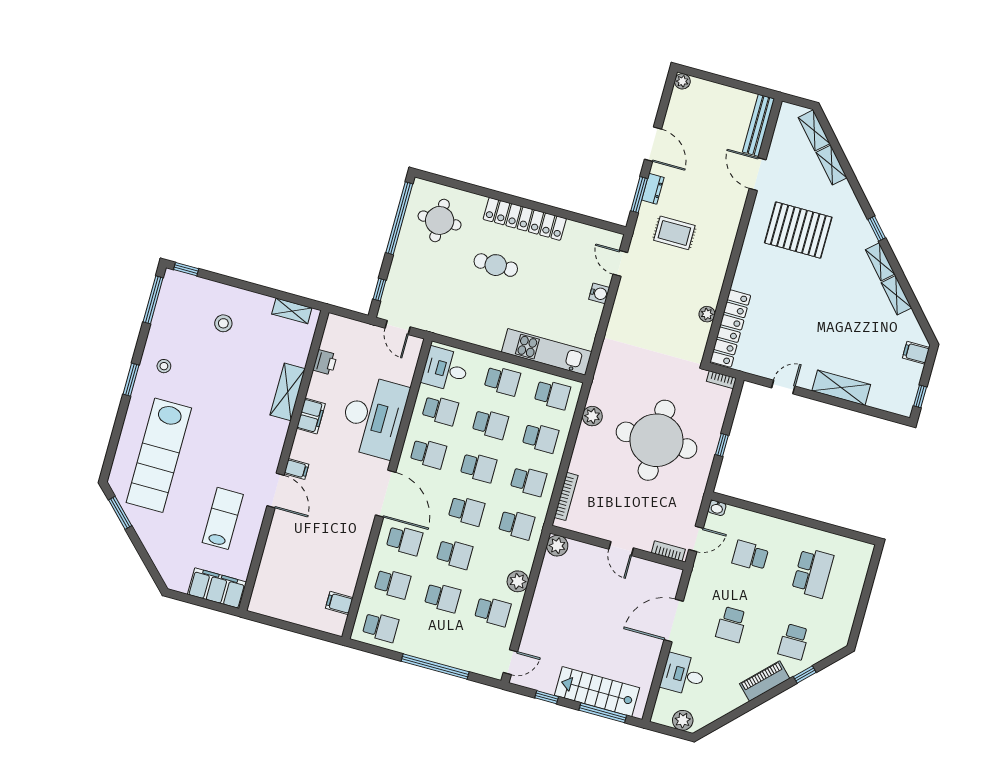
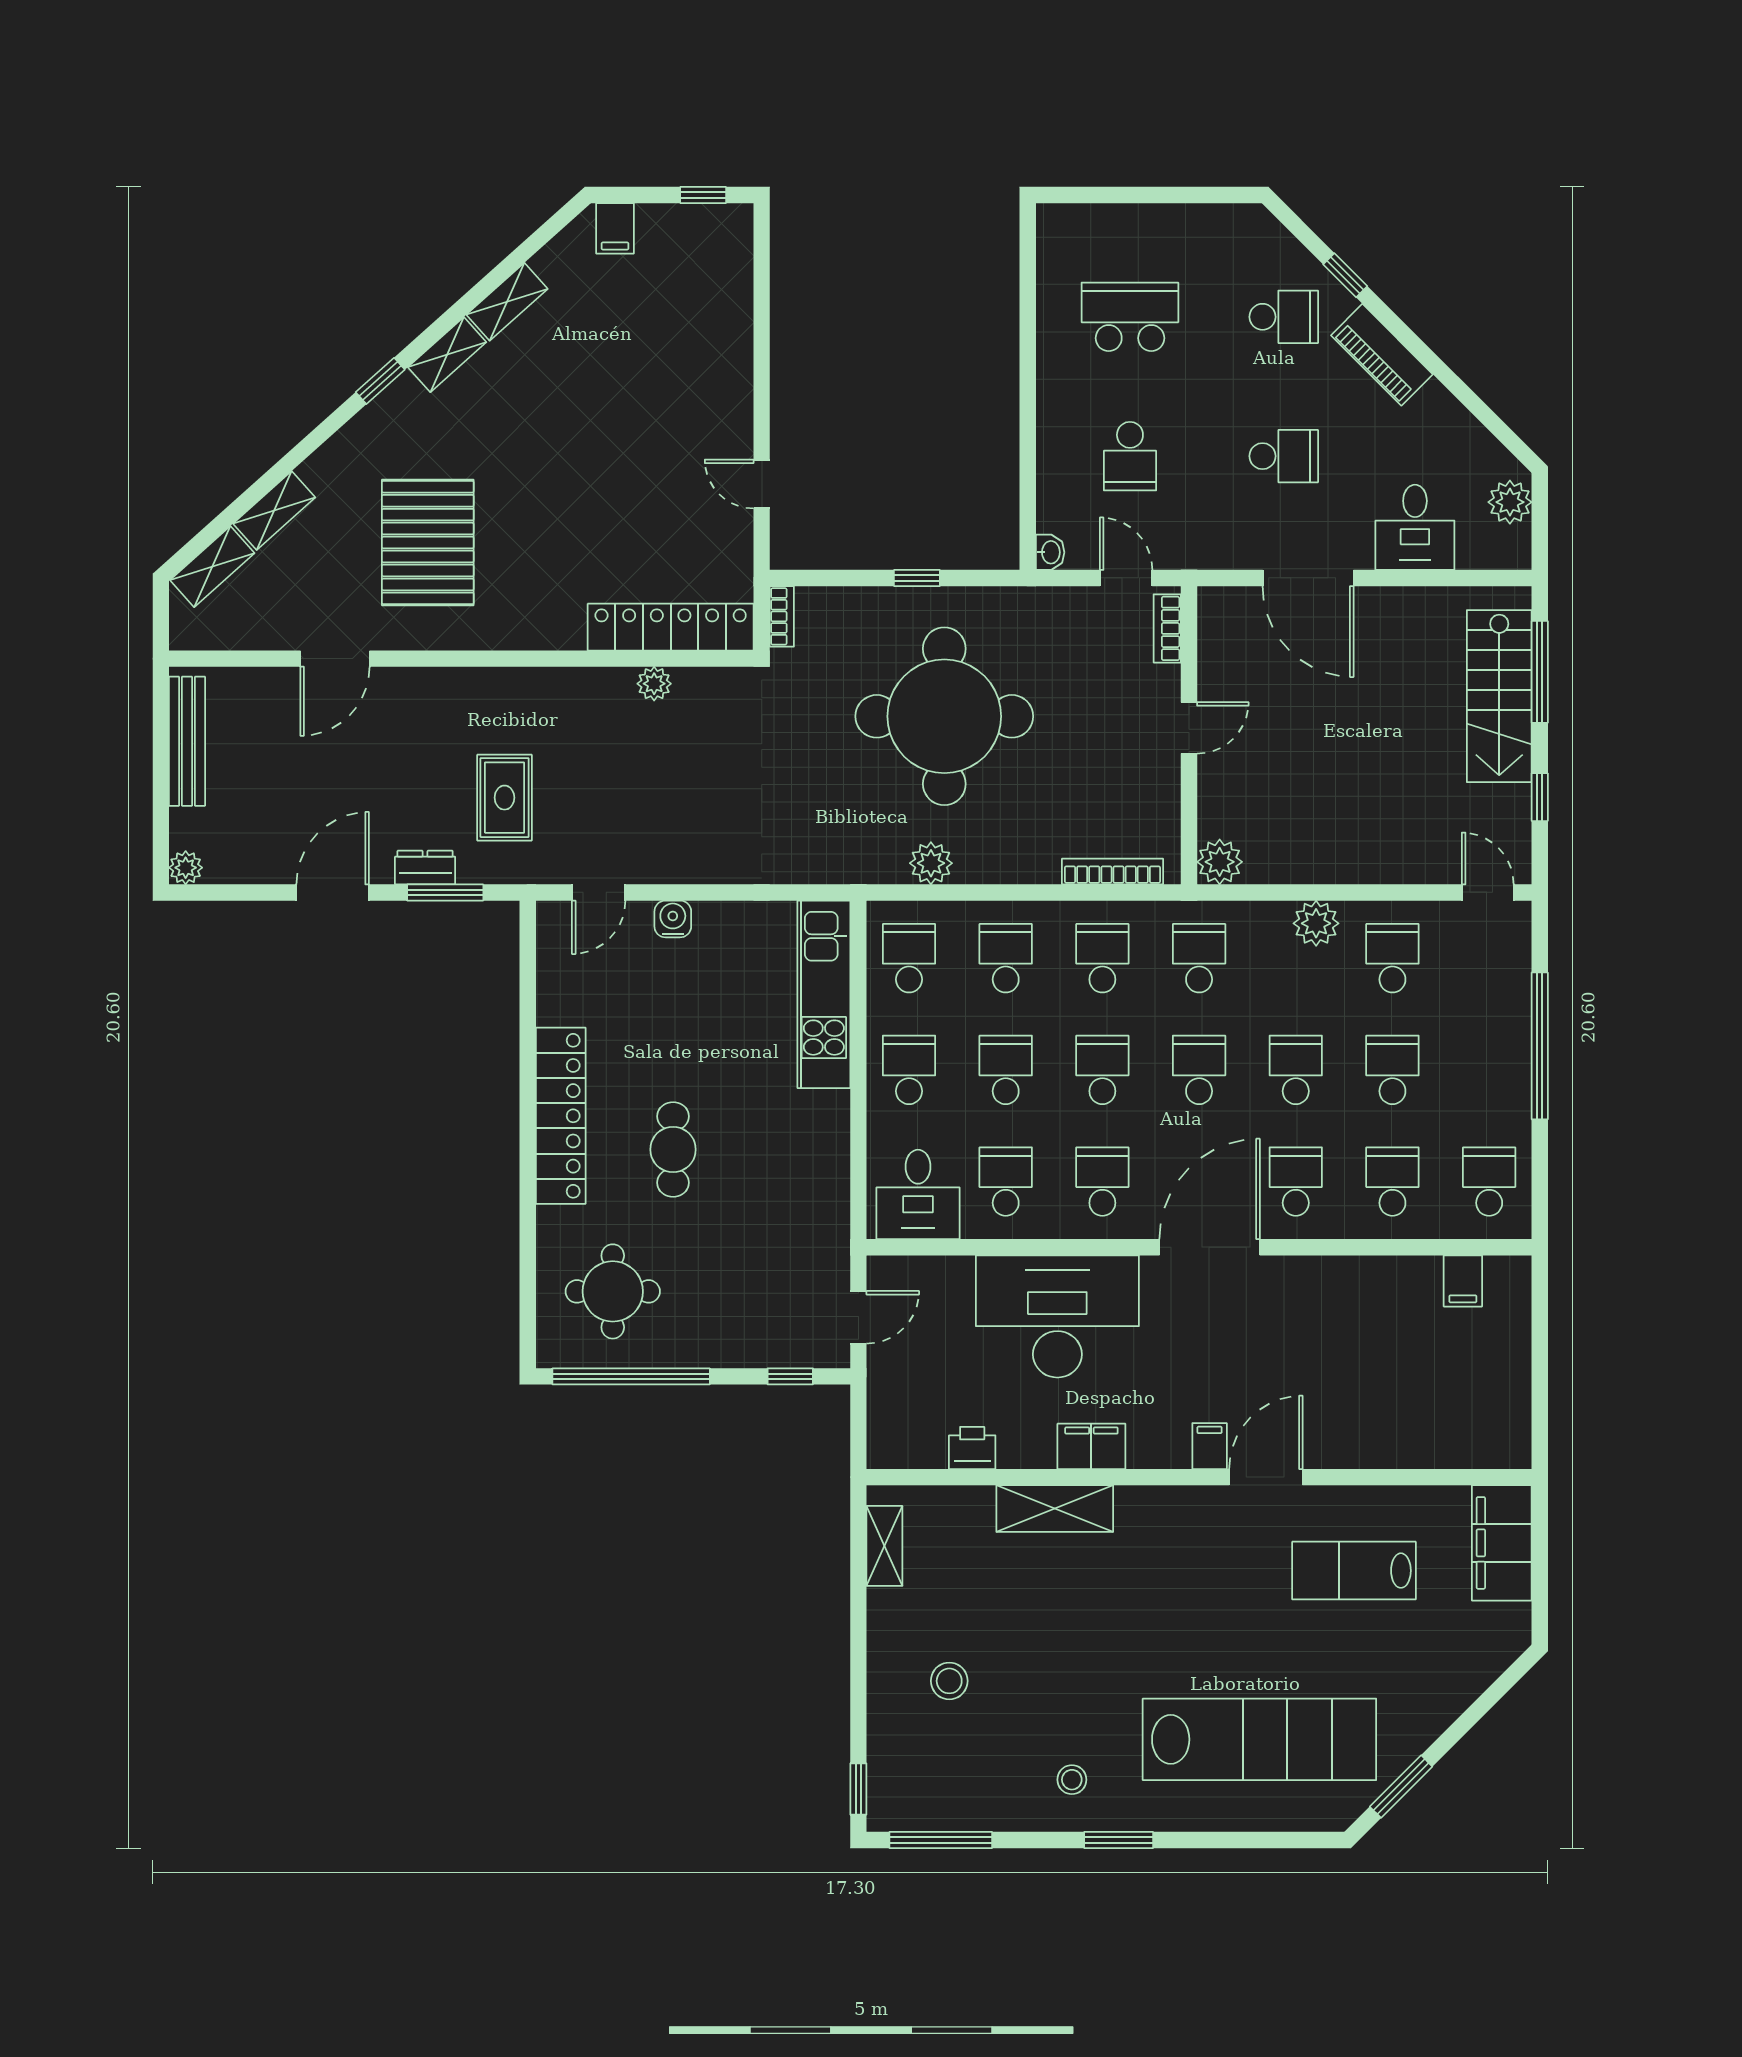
bench: (758, 125) -> (187, 741), moved, turned 90
shelving: (841, 388) -> (730, 363), removed

